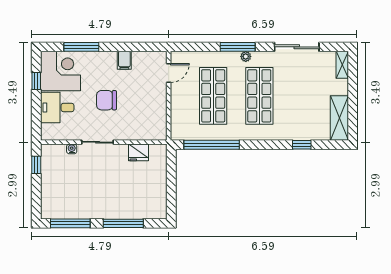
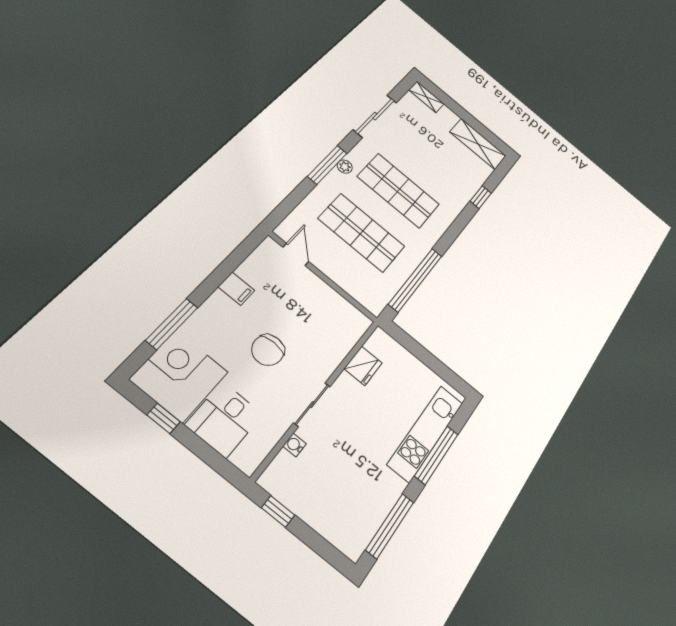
kitchen unit: (130, 210) -> (426, 433), added

